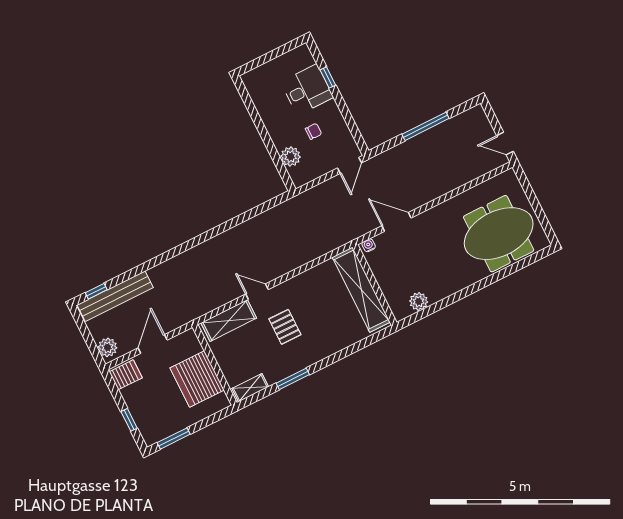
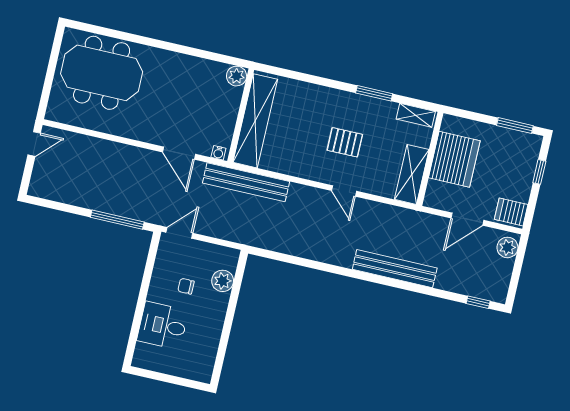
window: (328, 77) -> (137, 321), removed
window: (426, 126) -> (117, 220), moved
door: (505, 143) -> (34, 144), hinge flipped
bench: (332, 240) -> (246, 182), added
bench: (115, 296) -> (395, 269), moved
plant: (419, 301) -> (237, 76), moved
shelving: (229, 321) -> (412, 174), moved, turned 90
pallet: (285, 327) -> (345, 142), turned 90

